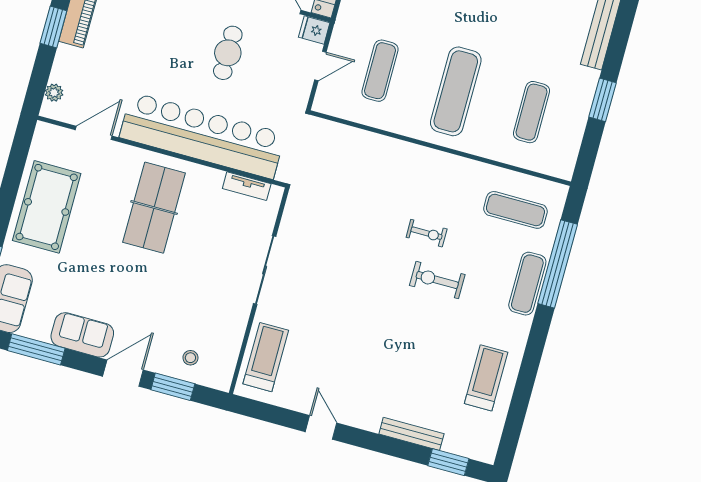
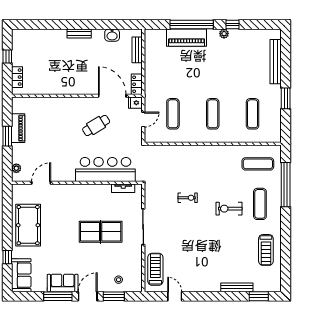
cafe table: (228, 53) -> (96, 125), turned 59
exercise mat: (456, 91) -> (213, 114), width x0.73, depth x0.69
bar counter: (202, 136) -> (105, 169), width x0.73
table tennis table: (154, 208) -> (101, 232), moved, turned 90
exercise bike: (427, 233) -> (188, 198), moved
exercise mat: (527, 284) -> (260, 204), moved
window: (36, 349) -> (58, 296), moved
treadmill: (486, 378) -> (266, 250), turned 180
door: (321, 427) -> (175, 296), moved

